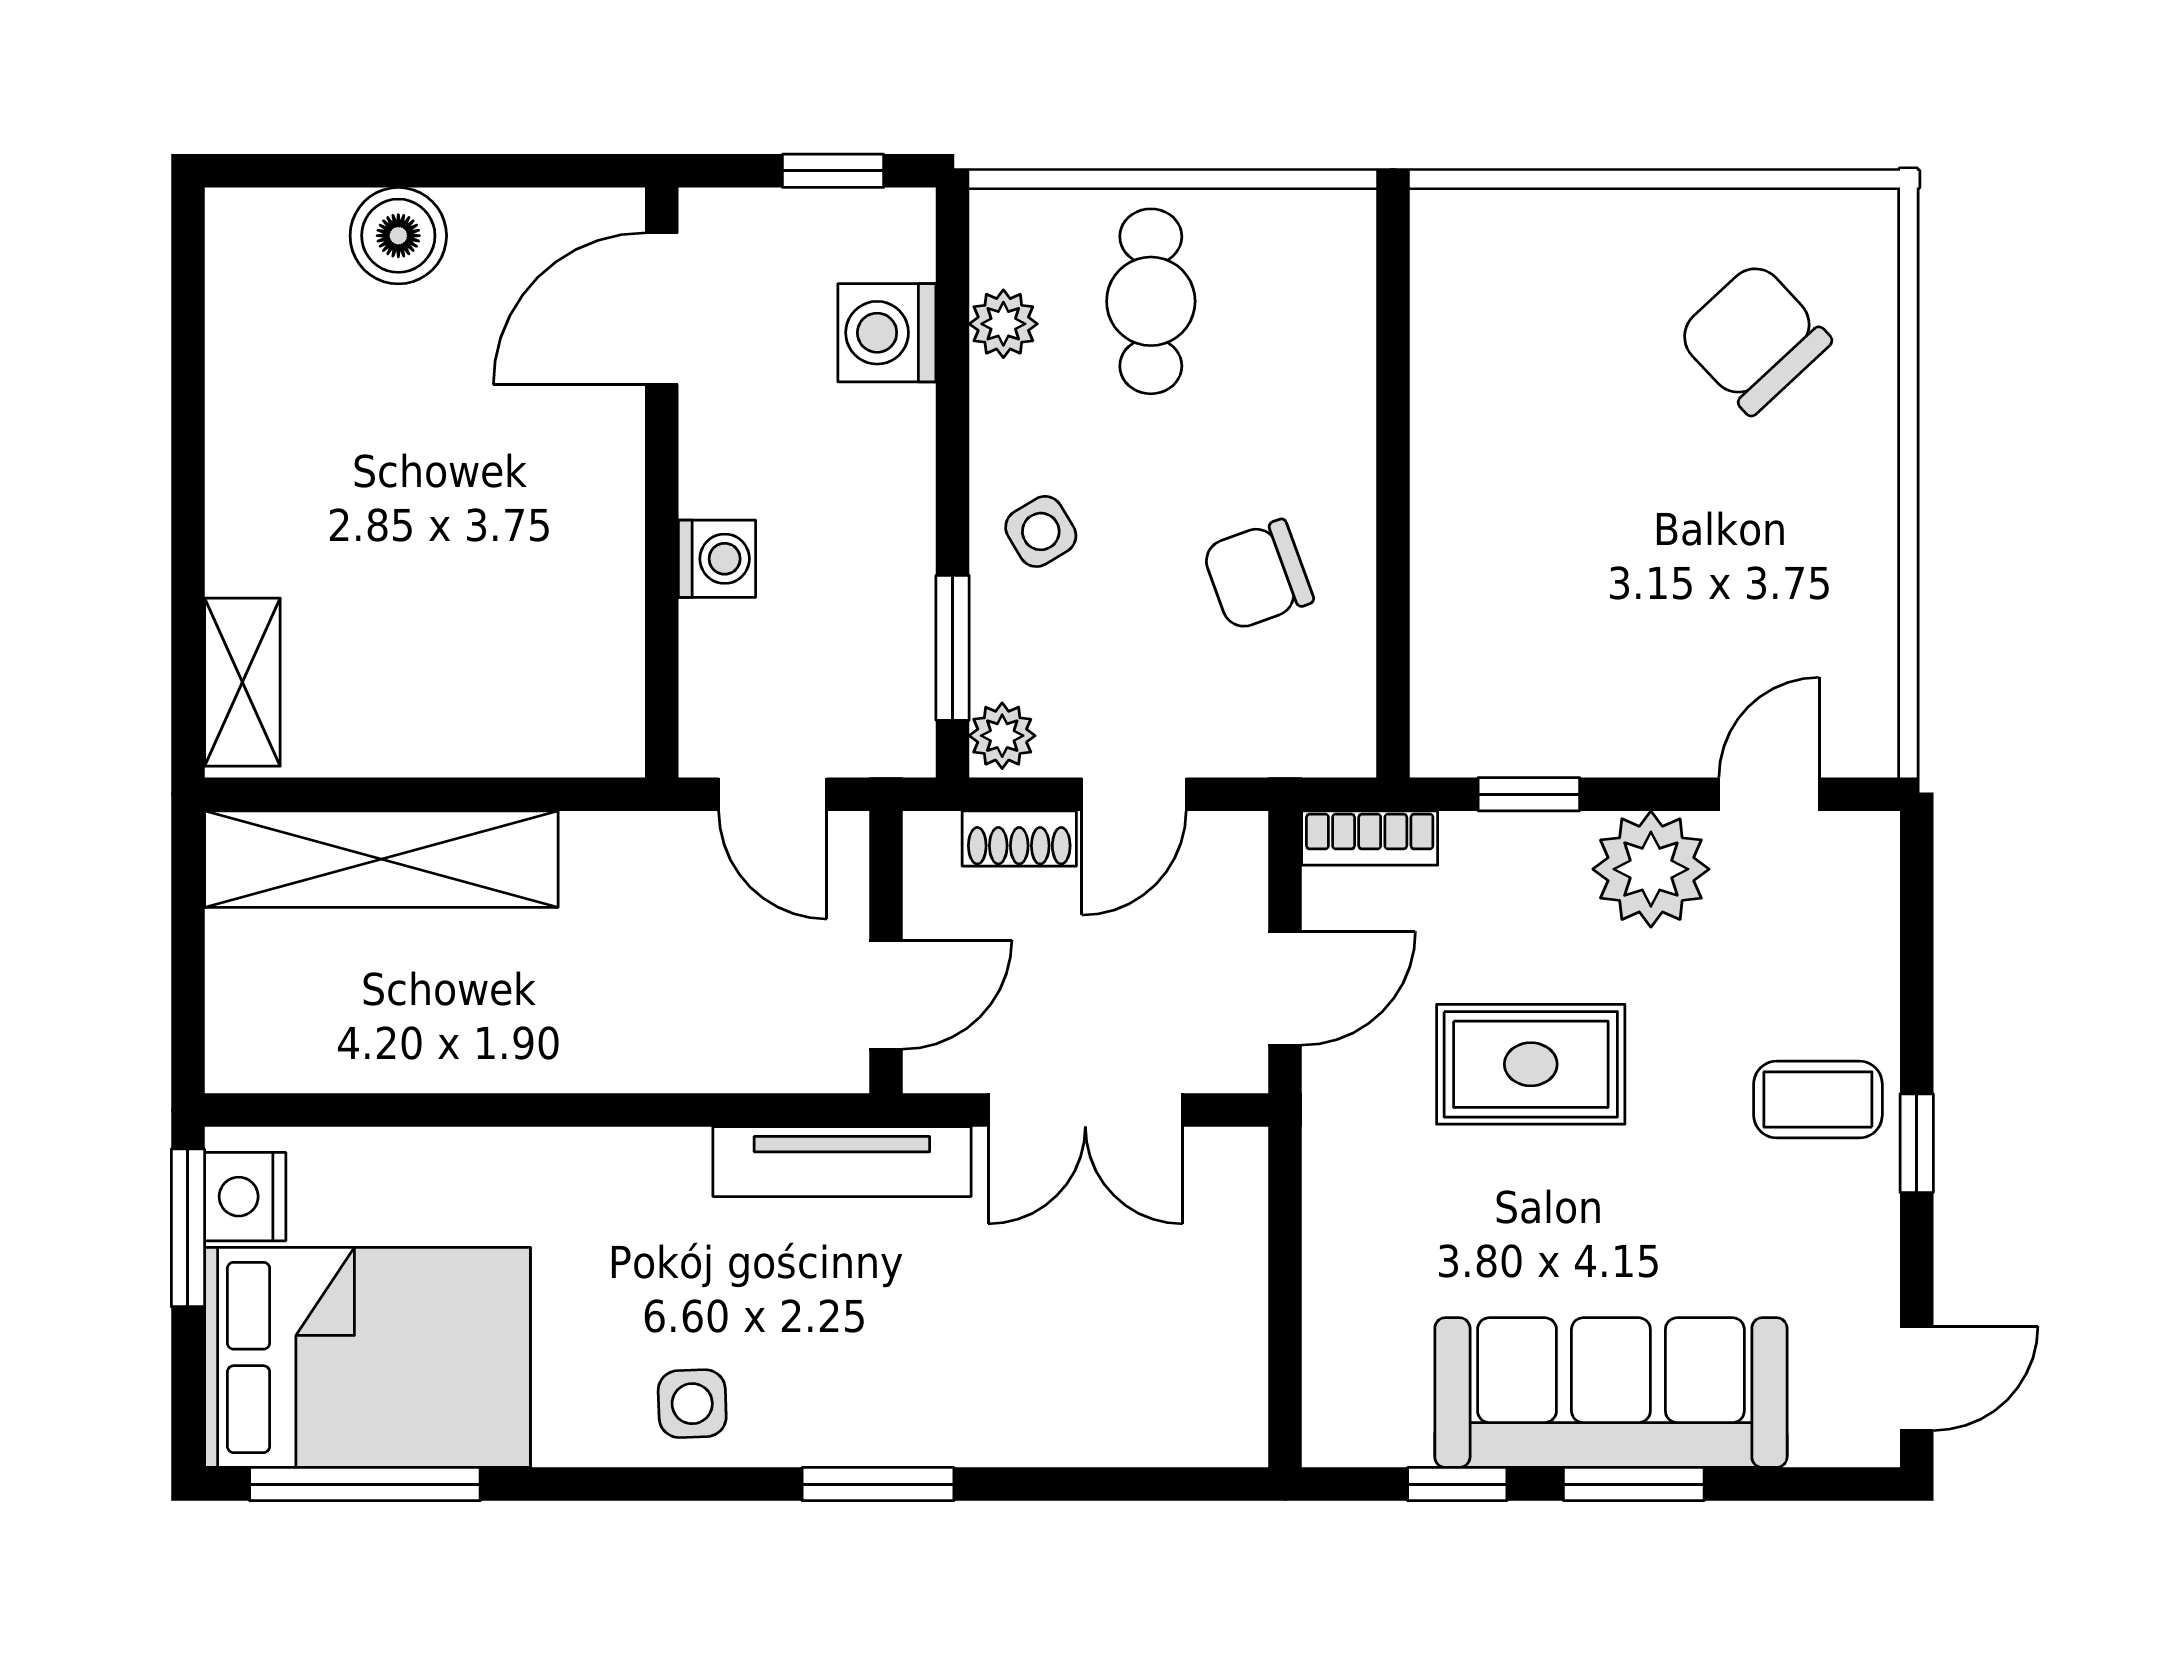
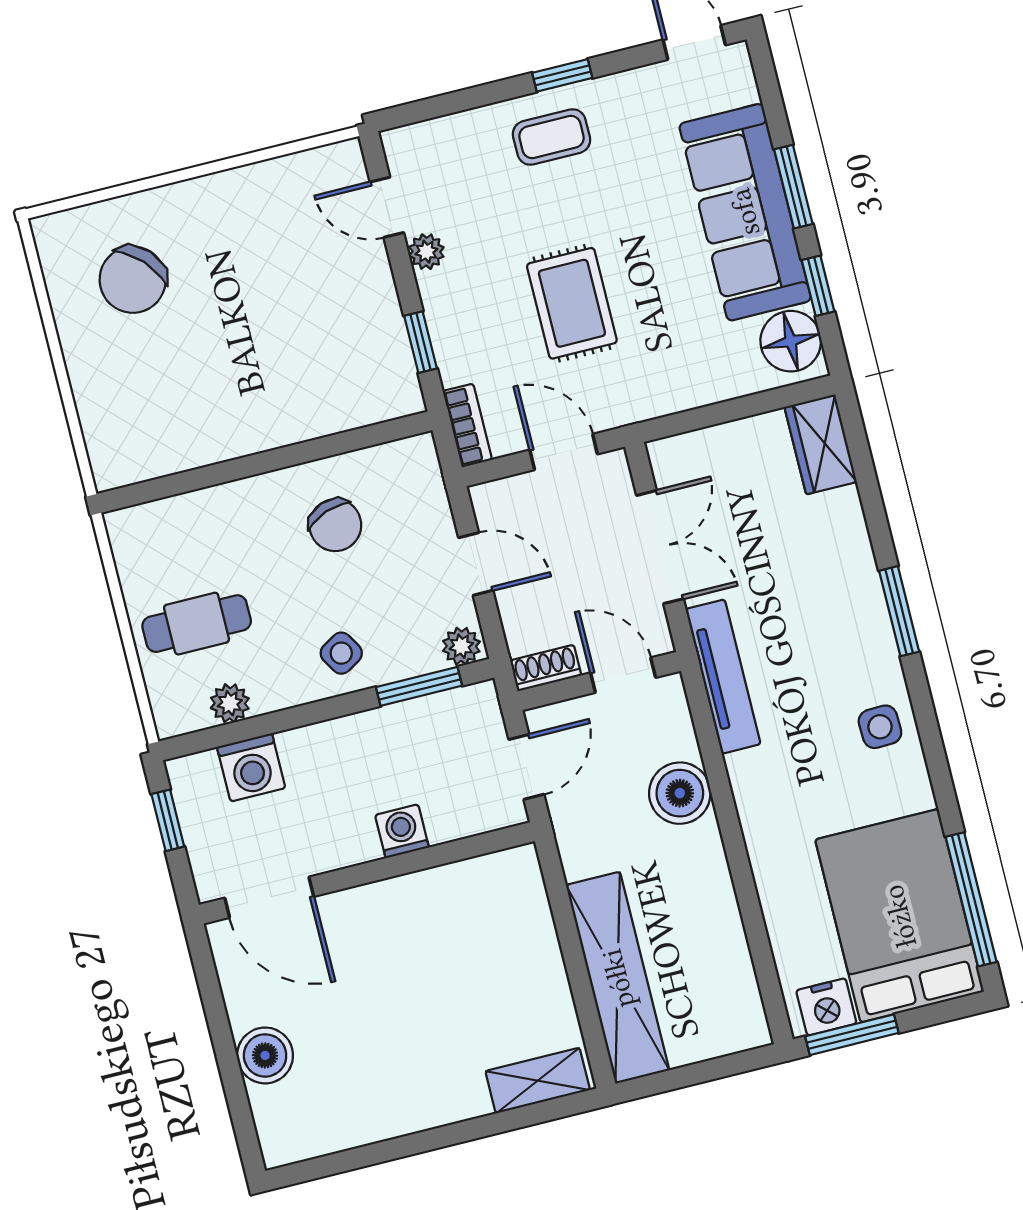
shoe rack: (1019, 839) -> (546, 668), moved, turned -90
plant: (1651, 869) -> (426, 252), width x0.53, depth x0.53
boiler: (665, 1040) -> (680, 793), added
coffee table: (1818, 1100) -> (551, 137), turned 90
floor lamp: (1376, 1415) -> (791, 341), added
wardrobe: (1190, 1422) -> (821, 444), added

